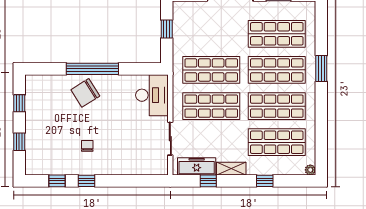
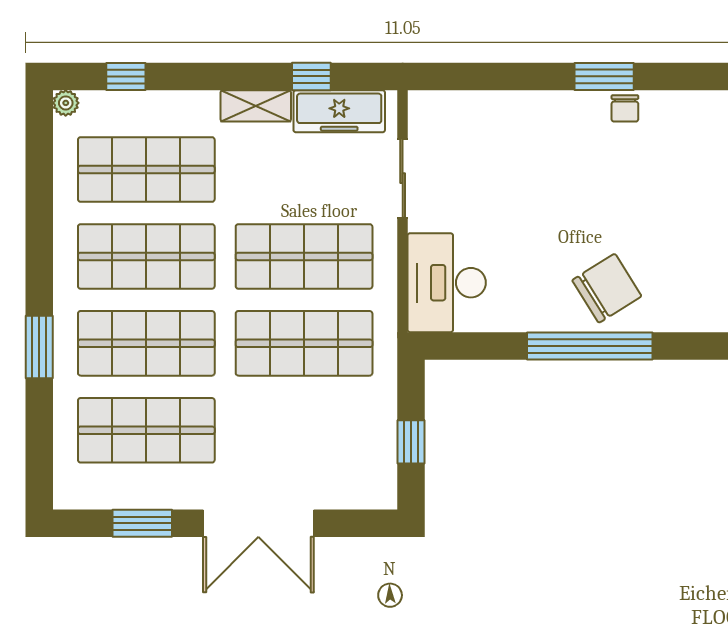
chair: (87, 146) -> (625, 108), moved
window: (57, 181) -> (675, 76), removed
window: (86, 181) -> (604, 76), width x1.50
window: (265, 181) -> (126, 76), moved

